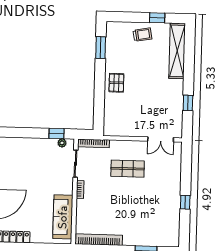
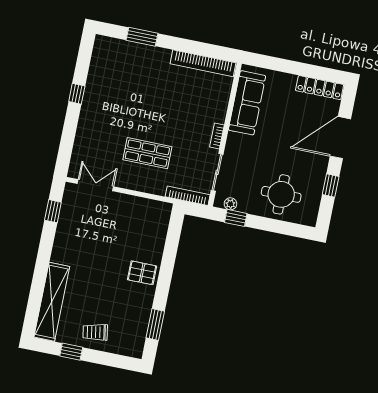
pallet: (116, 83) -> (142, 273), turned 90
window: (188, 103) -> (53, 211), moved
round table: (27, 156) -> (281, 194), added

